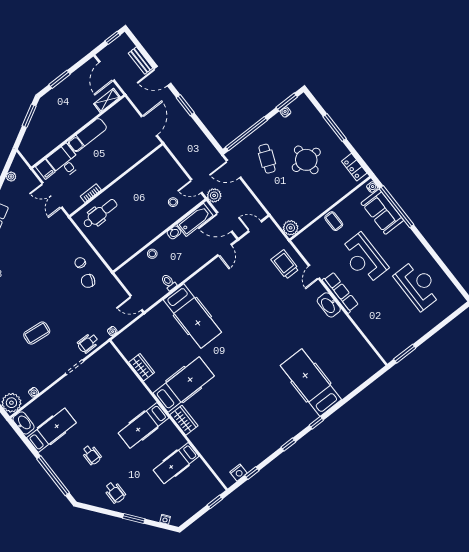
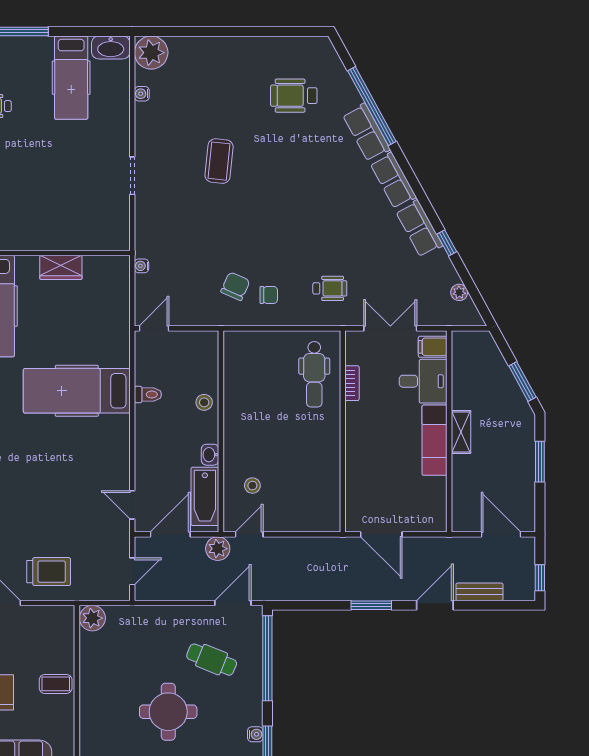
shelving: (107, 100) -> (461, 432), moved
wheelchair: (88, 343) -> (330, 288), moved, turned 90

